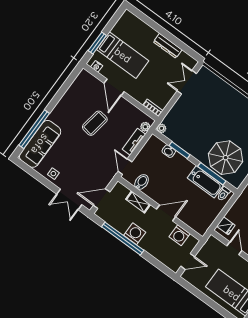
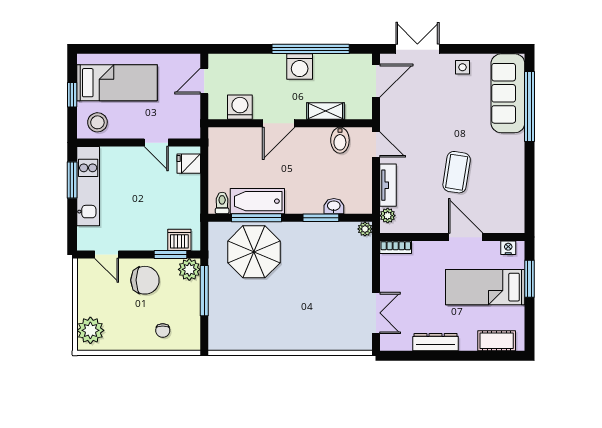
cot: (137, 24) -> (497, 341), added

